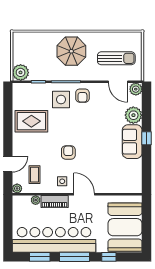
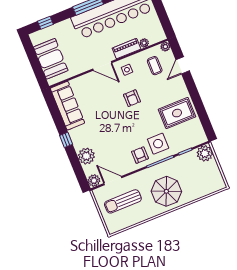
sofa: (132, 142) -> (67, 106), moved, width x1.36
booth: (125, 227) -> (51, 59), width x0.73, depth x0.70
window: (109, 257) -> (45, 23), moved

